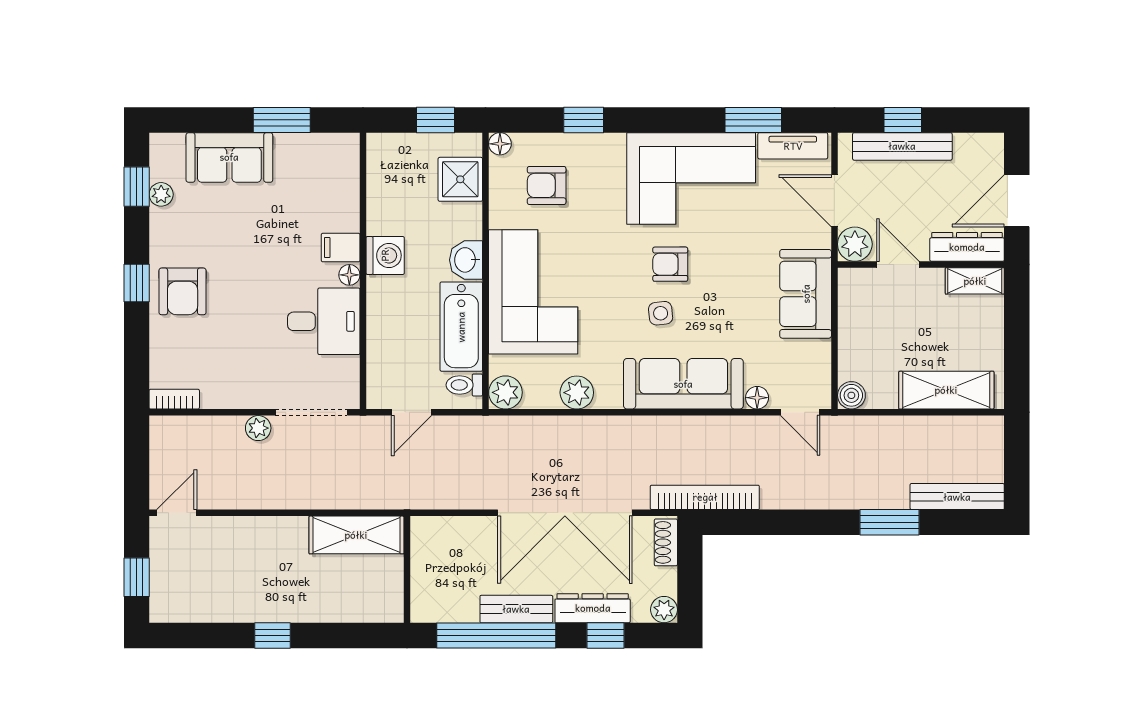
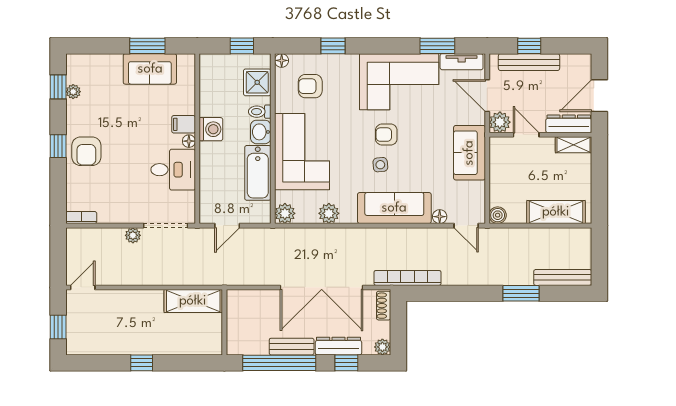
sofa: (229, 157) -> (150, 69), moved
toilet: (464, 385) -> (260, 112), moved

